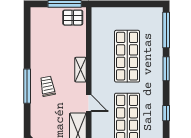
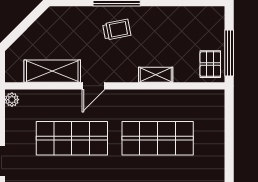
shelving: (81, 70) -> (156, 75), moved

